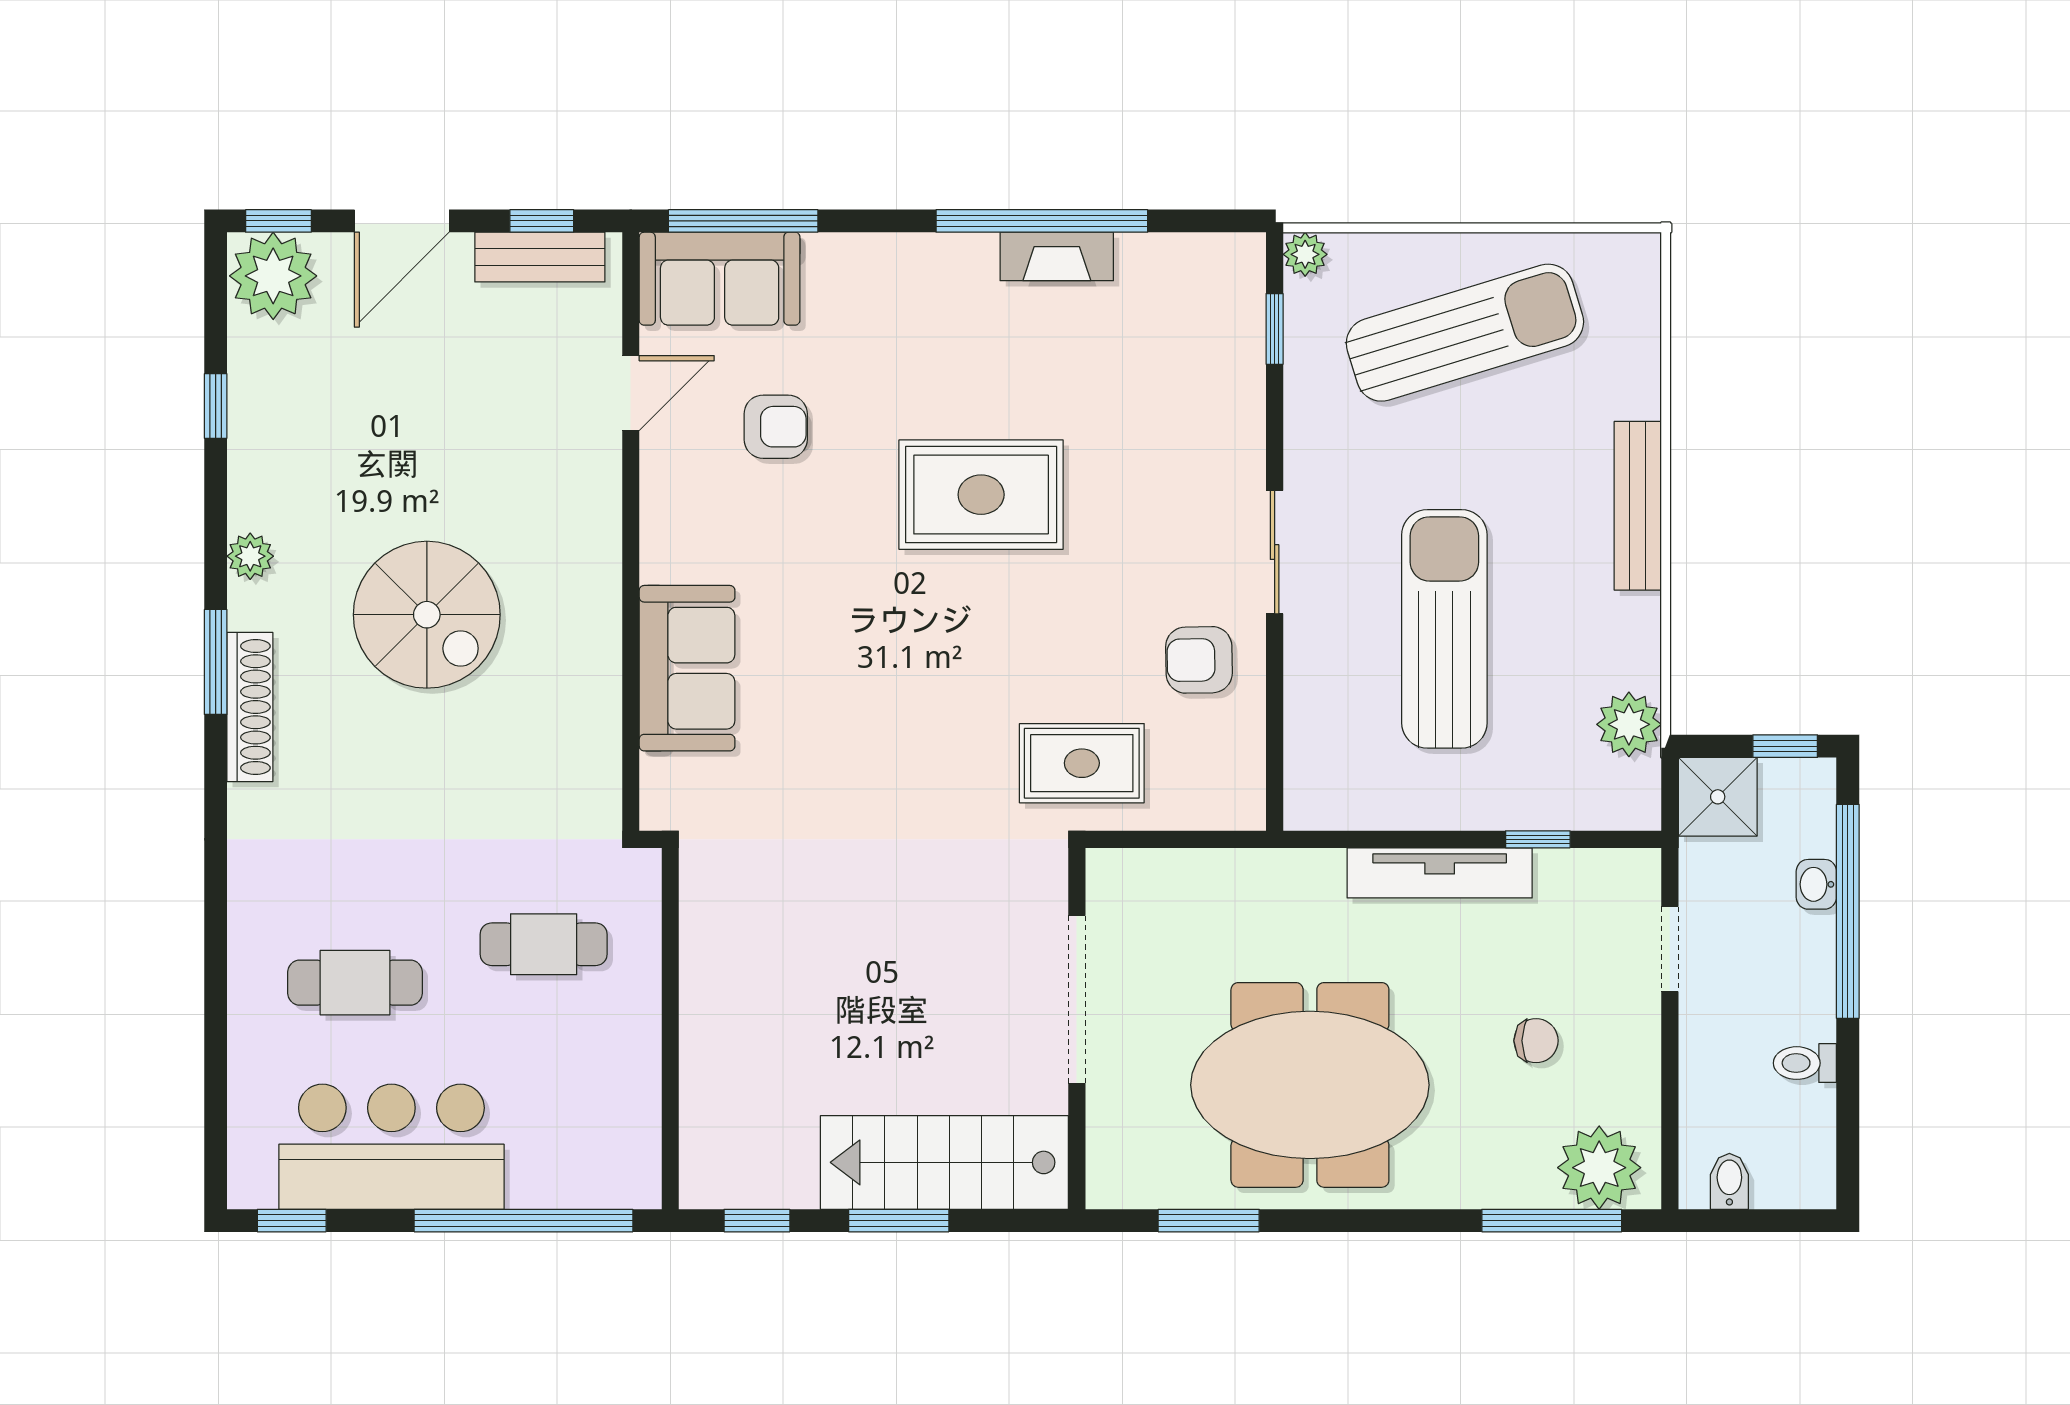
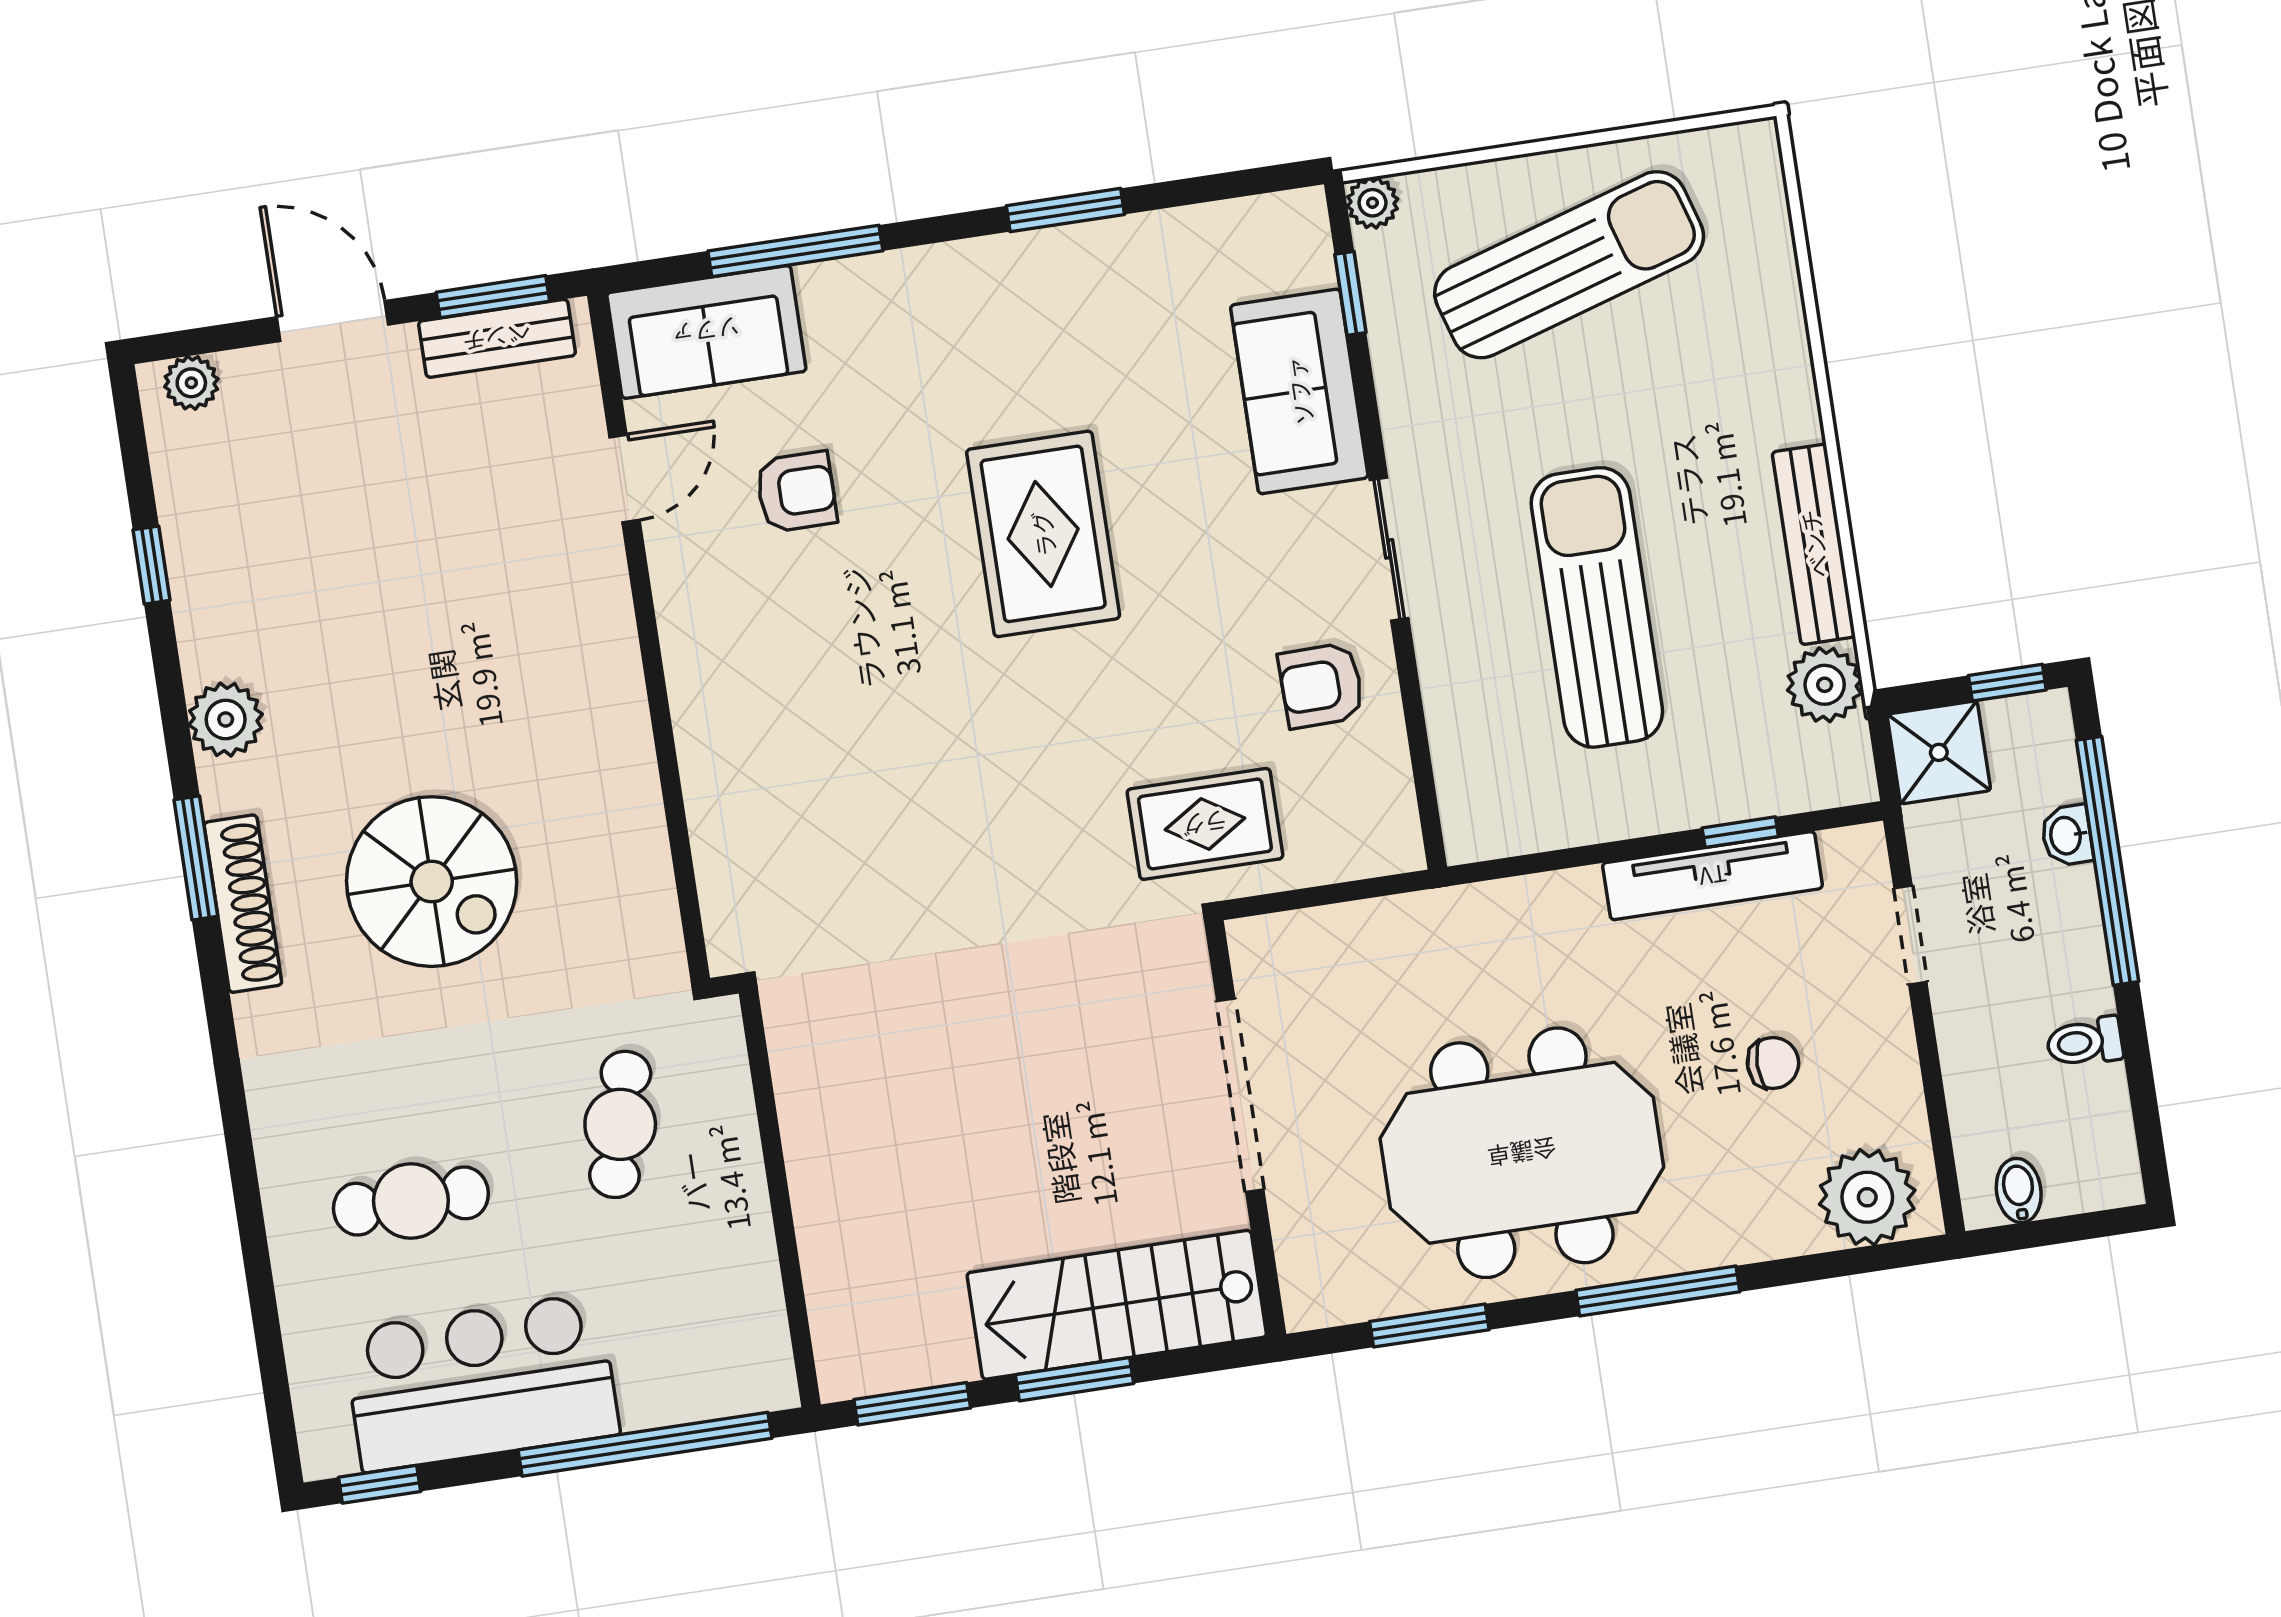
window: (278, 221) -> (191, 342), removed
door: (402, 221) -> (333, 321), swing flipped
window: (542, 221) -> (493, 297), width x1.50
window: (743, 221) -> (795, 251), moved
window: (1042, 221) -> (1065, 210), width x0.47
fireplace: (1057, 256) -> (1089, 248), removed
plant: (273, 276) -> (191, 383), width x0.53, depth x0.53
rug: (981, 495) -> (1043, 534), turned 90
bench: (1638, 506) -> (1814, 544), moved
plant: (250, 556) -> (226, 719), width x1.38, depth x1.38
spiral stairs: (427, 615) -> (432, 882), moved
sofa: (687, 668) -> (1299, 391), moved, turned 180
tv unit: (1440, 873) -> (1713, 876), moved
cafe table: (544, 944) -> (620, 1124), turned -75
window: (757, 1221) -> (912, 1404), width x1.50
window: (1552, 1221) -> (1658, 1291), moved

